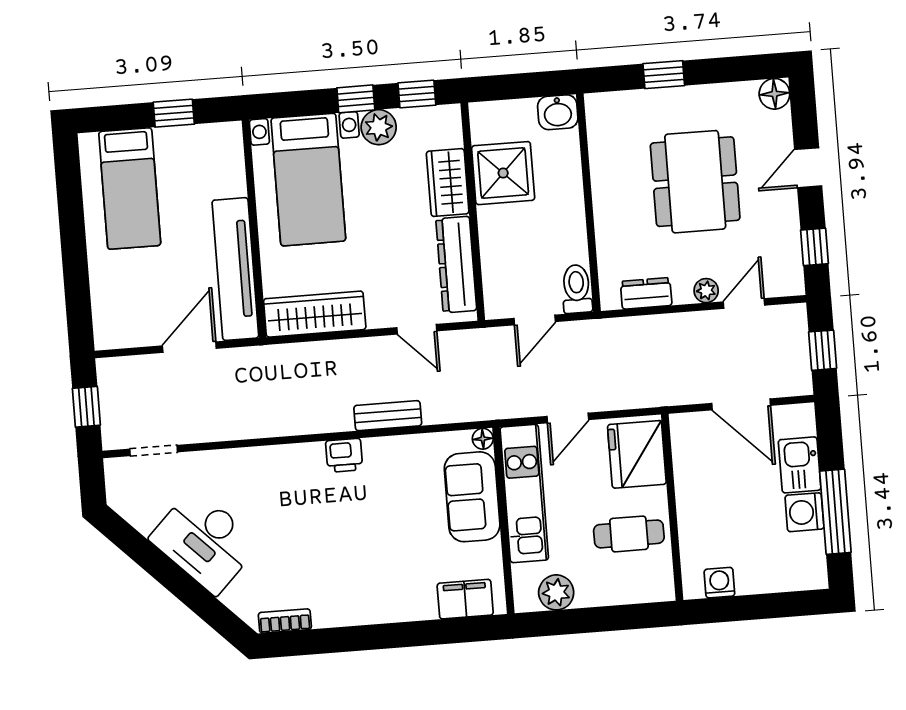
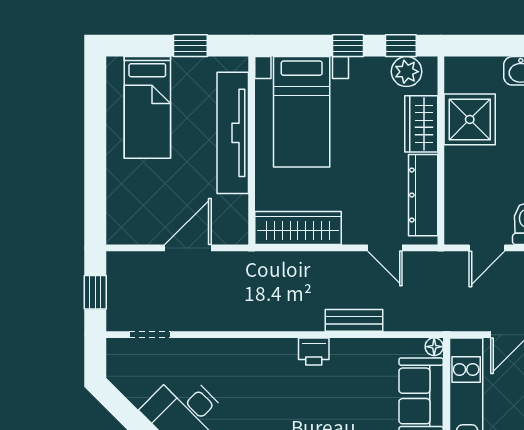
plant: (379, 127) -> (407, 72), moved
tv unit: (235, 269) -> (233, 133), moved

